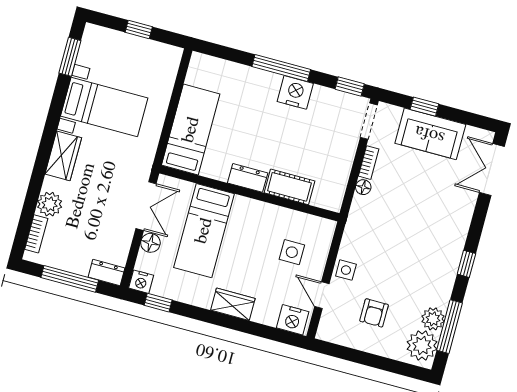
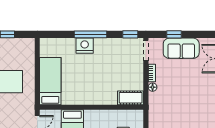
nightstand: (295, 92) -> (85, 46), moved
dresser: (248, 178) -> (88, 99), removed
cot: (289, 187) -> (131, 98), moved

